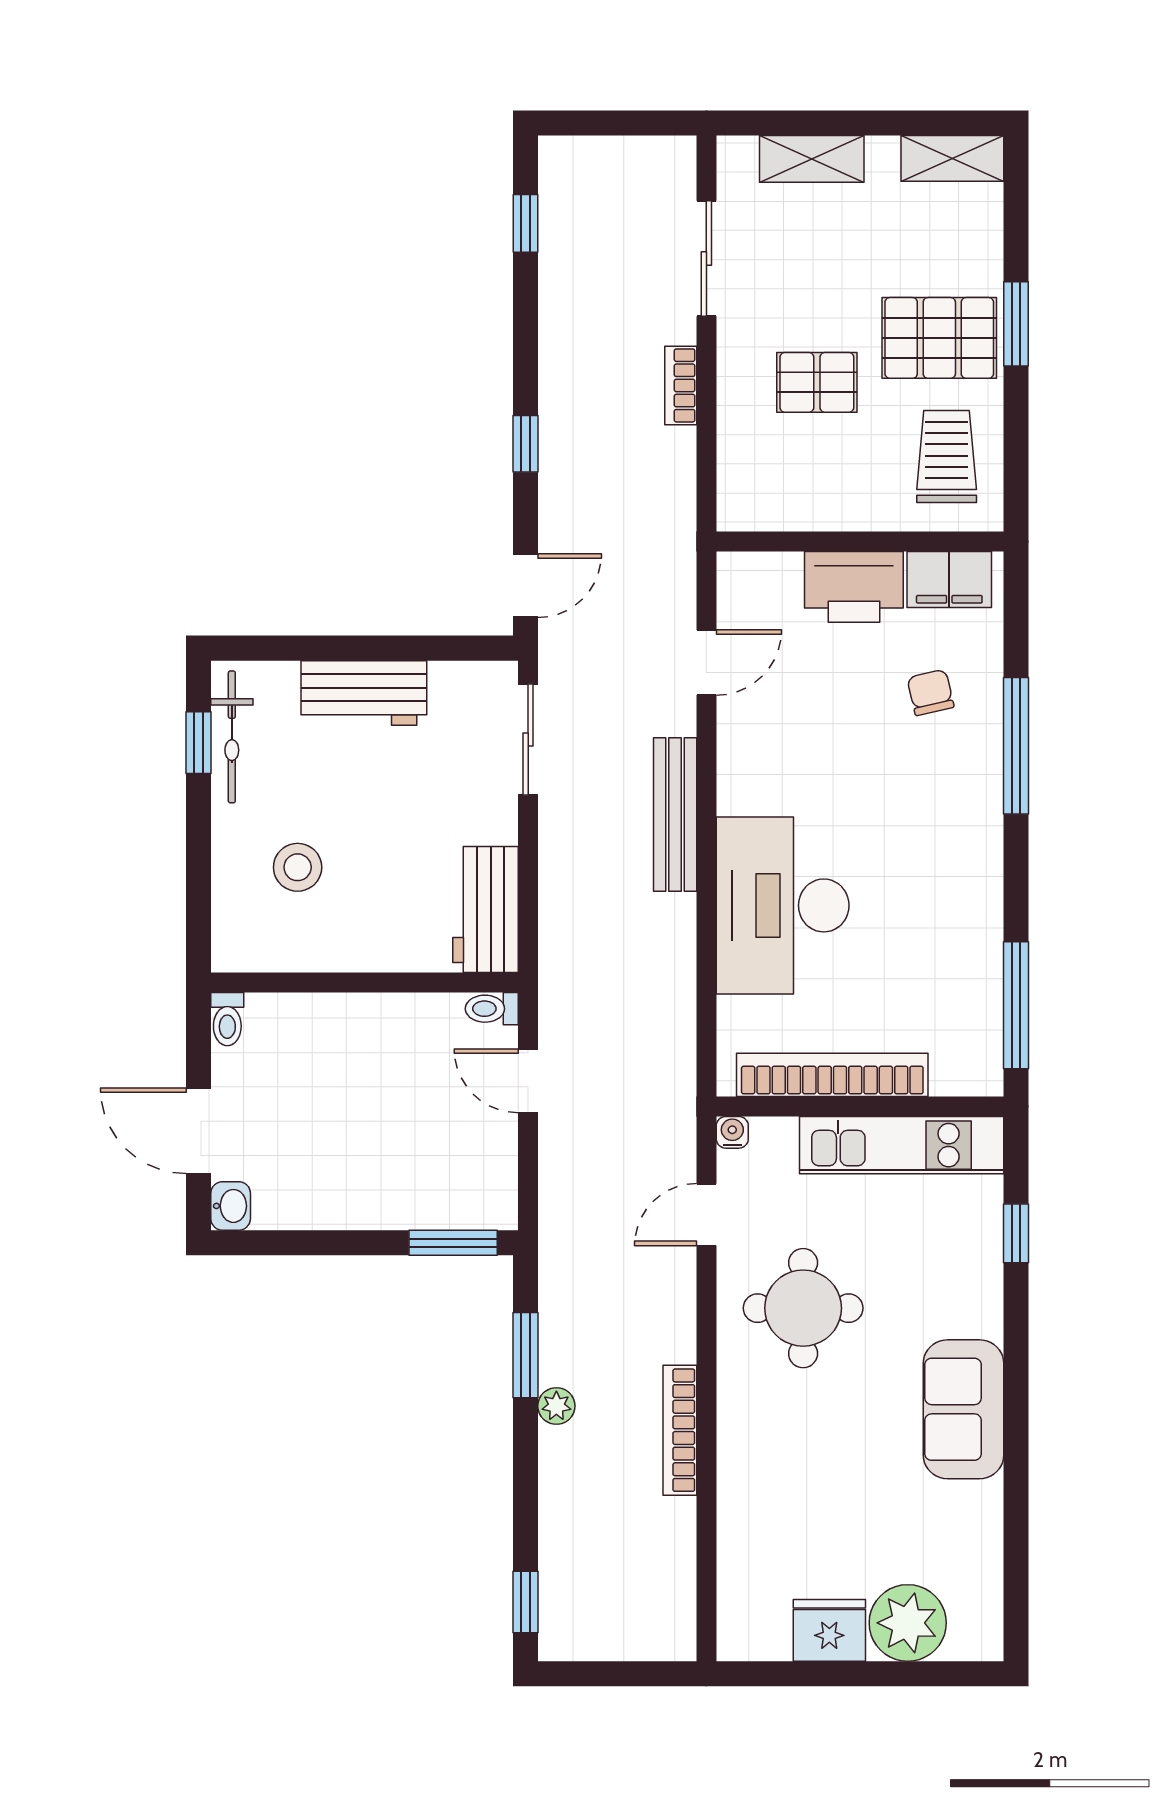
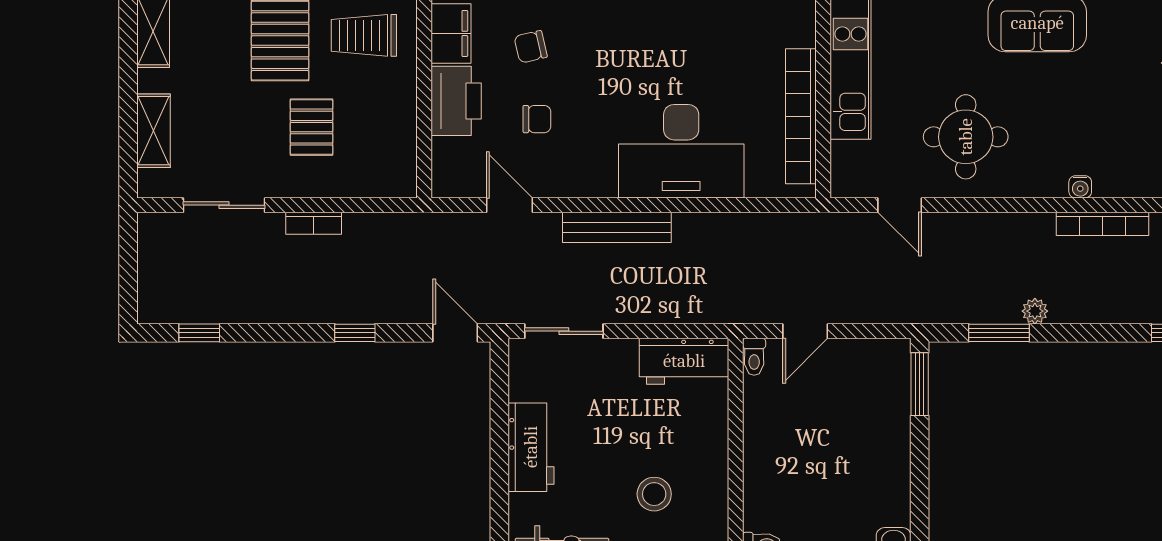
chair: (828, 701) -> (537, 119), added
water cooler: (732, 1132) -> (1080, 187), moved, turned -90
bookcase: (680, 1430) -> (1102, 224), moved

